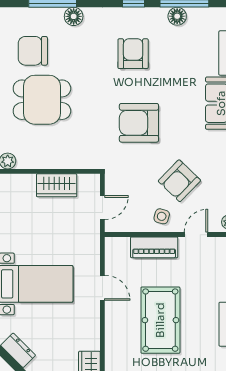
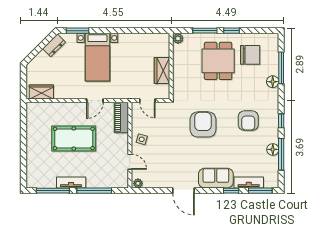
chair: (33, 51) -> (250, 55), turned 90
armchair: (133, 54) -> (248, 121), turned 90
armchair: (179, 181) -> (165, 151), removed
piano: (154, 247) -> (121, 117), moved

